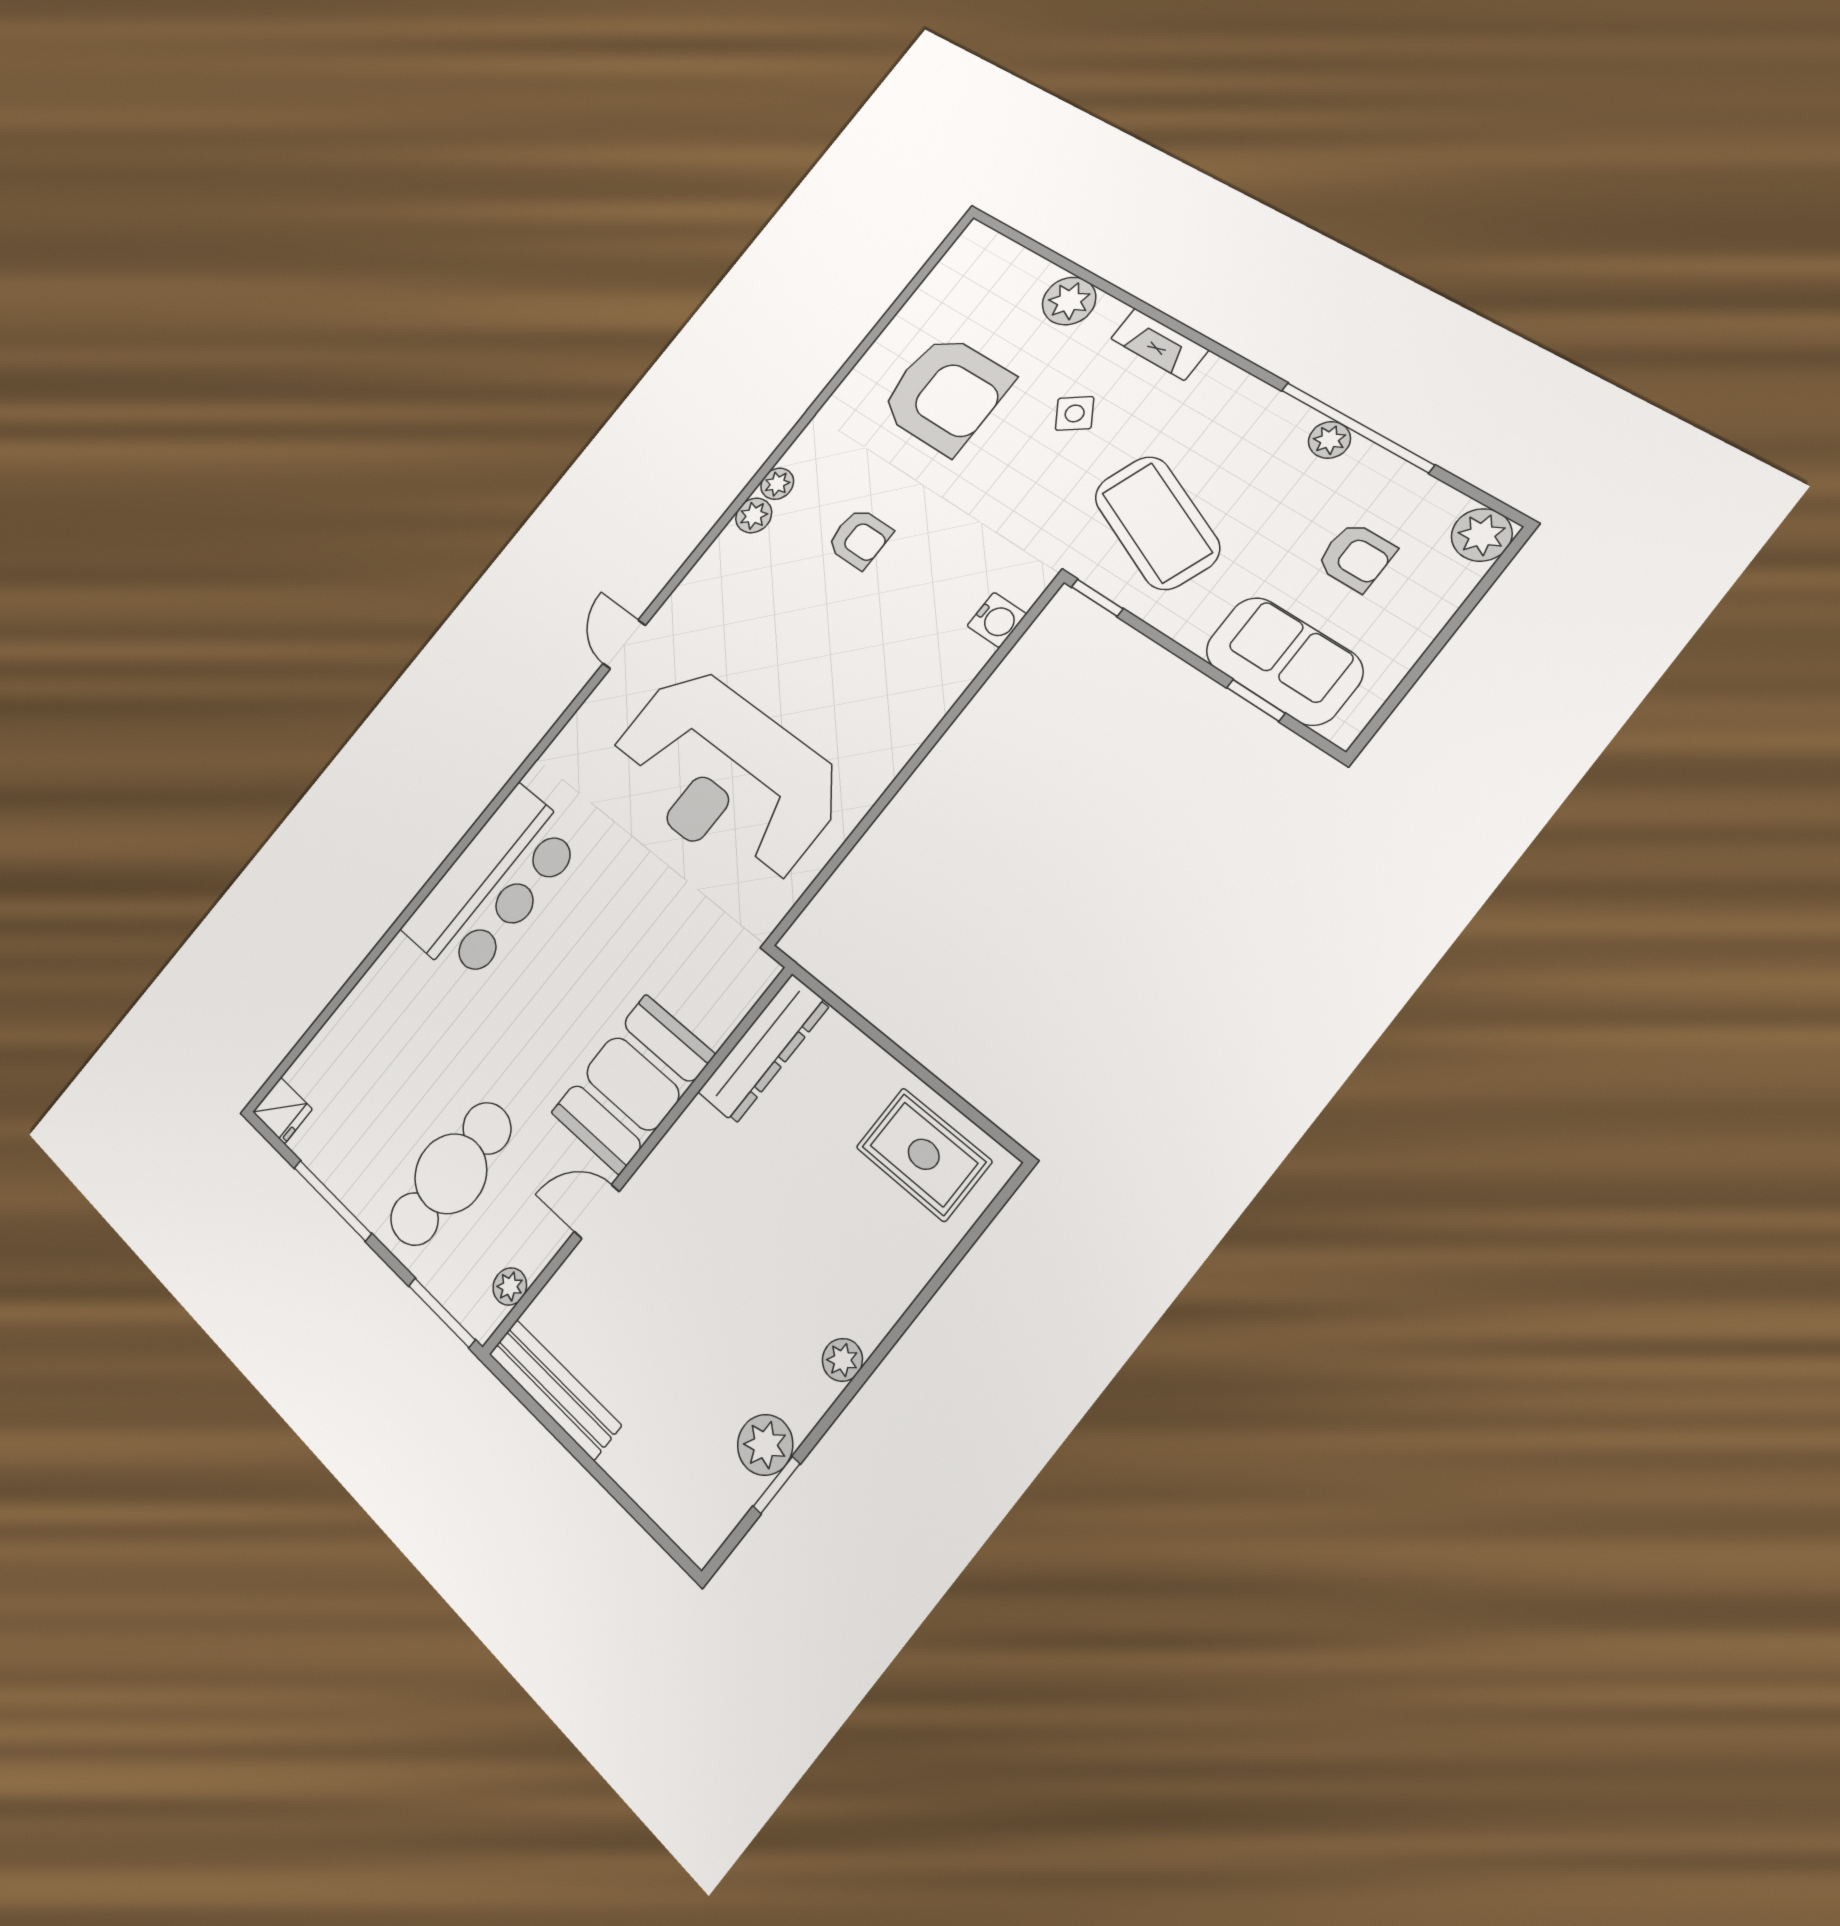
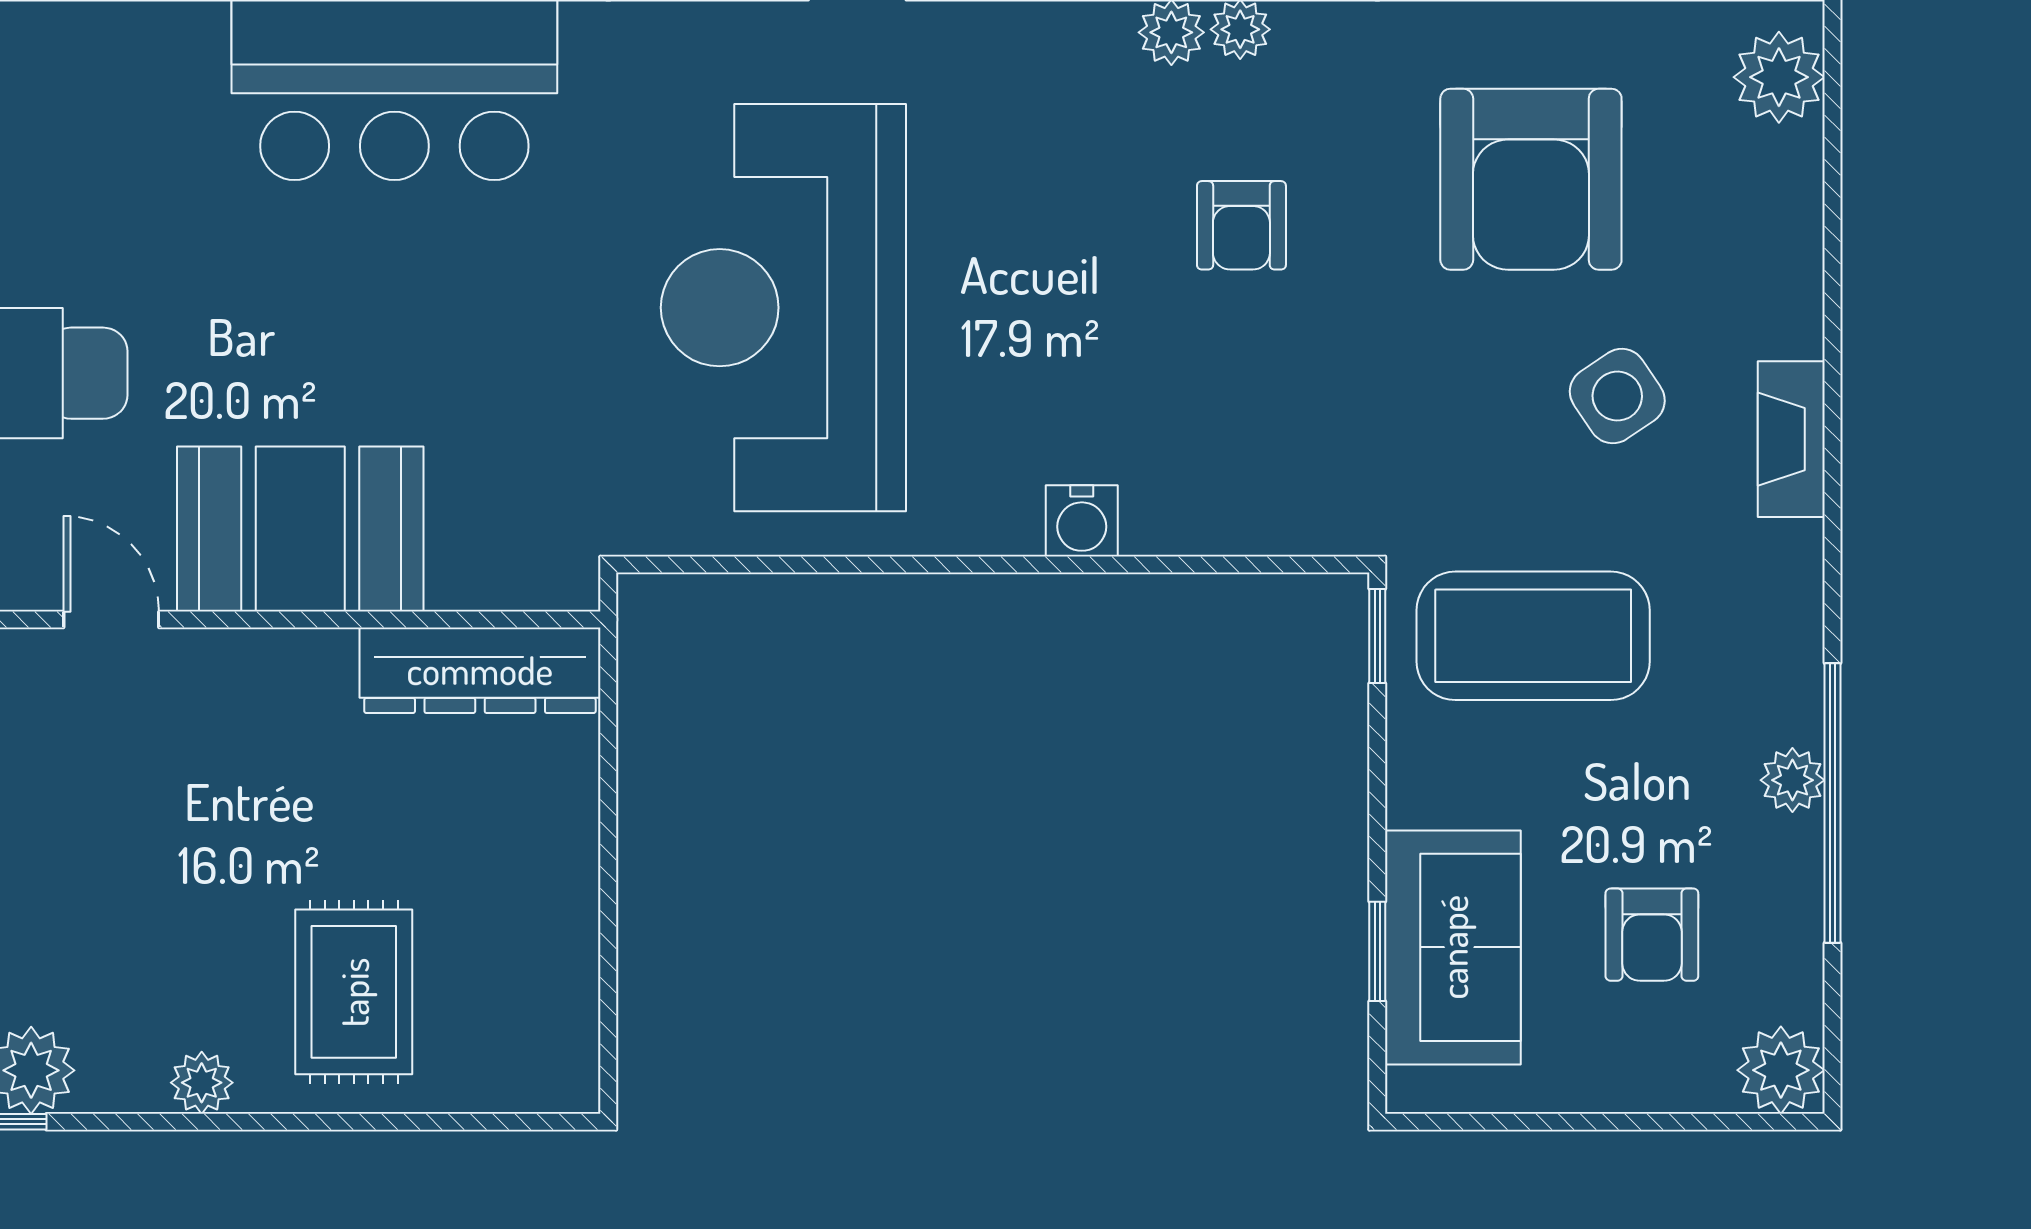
plant: (1069, 301) -> (1779, 77), moved
side table: (1075, 413) -> (1617, 396), width x1.37, depth x1.37
coffee table: (1157, 523) -> (1533, 636), turned 68
water cooler: (997, 620) -> (1082, 521), moved
rug: (924, 1154) -> (354, 992), moved

